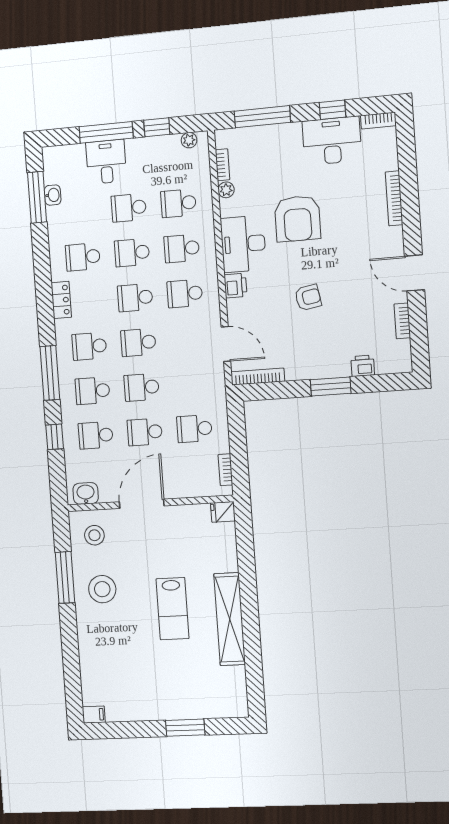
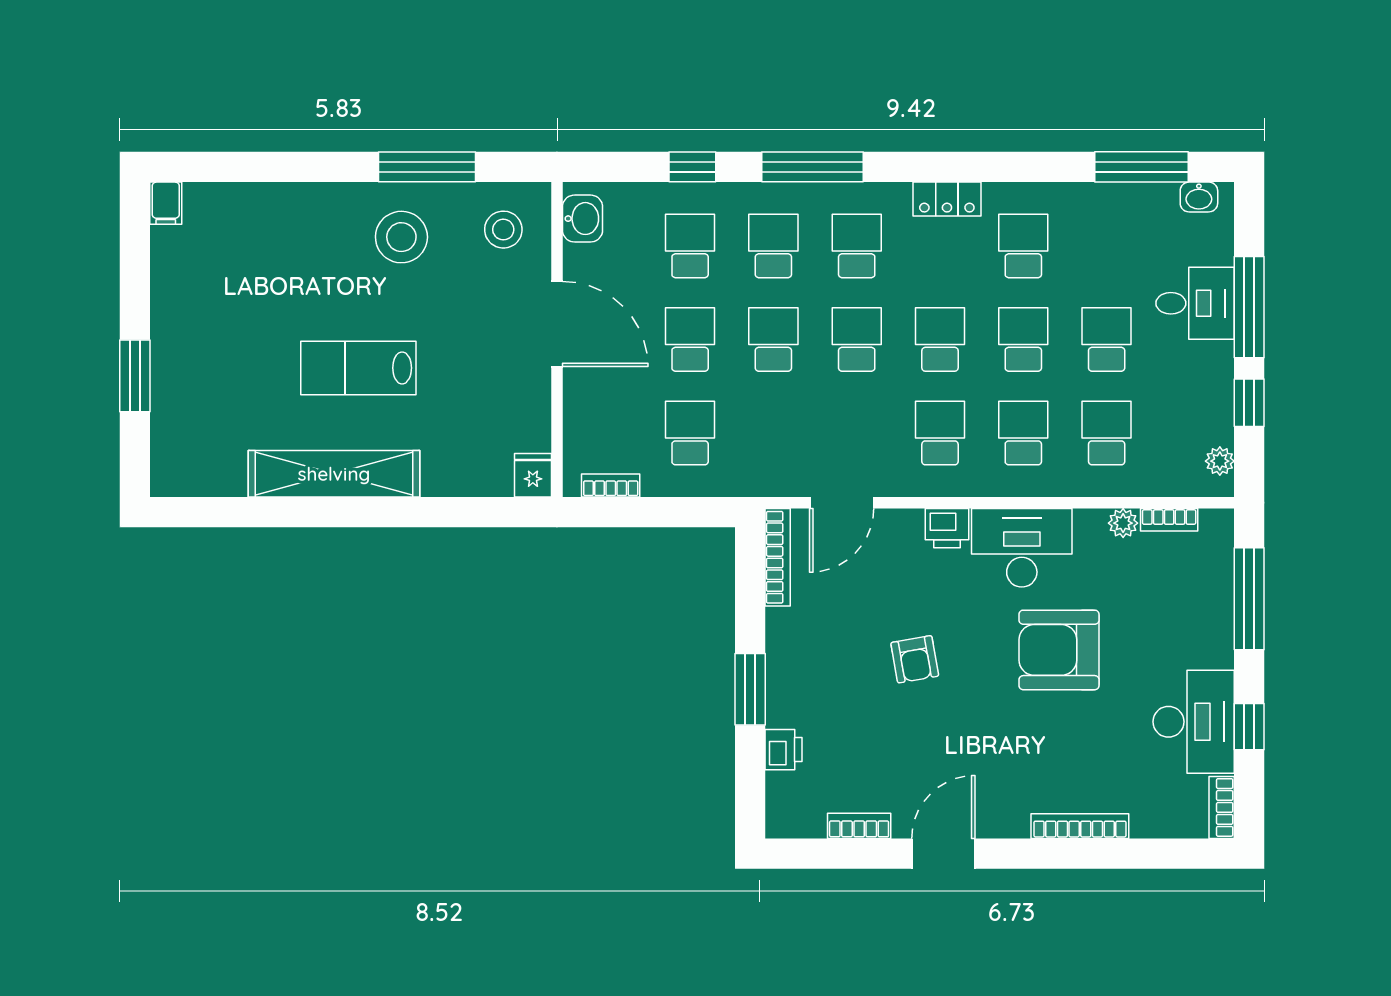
washbasin: (53, 195) -> (1199, 197), moved

